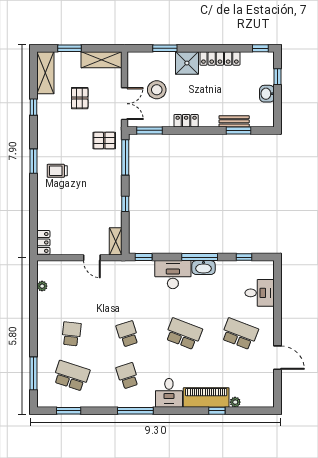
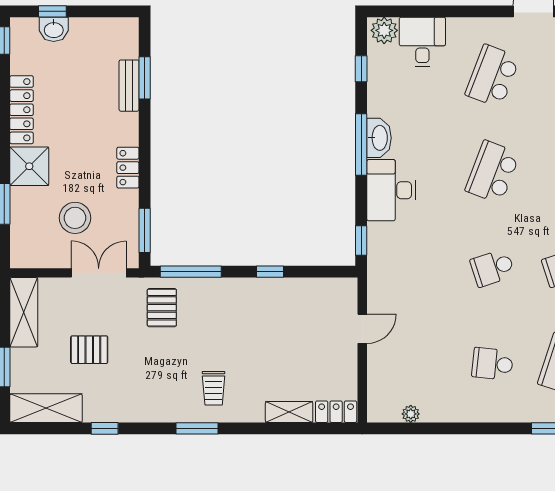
washbasin: (267, 94) -> (54, 29), moved
shelving: (116, 241) -> (289, 412), moved
plant: (266, 271) -> (384, 30), added

